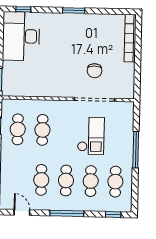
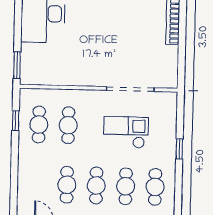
chair: (94, 71) -> (130, 55), removed
checkout: (91, 136) -> (126, 132), turned -90
window: (136, 150) -> (179, 149), width x0.46

